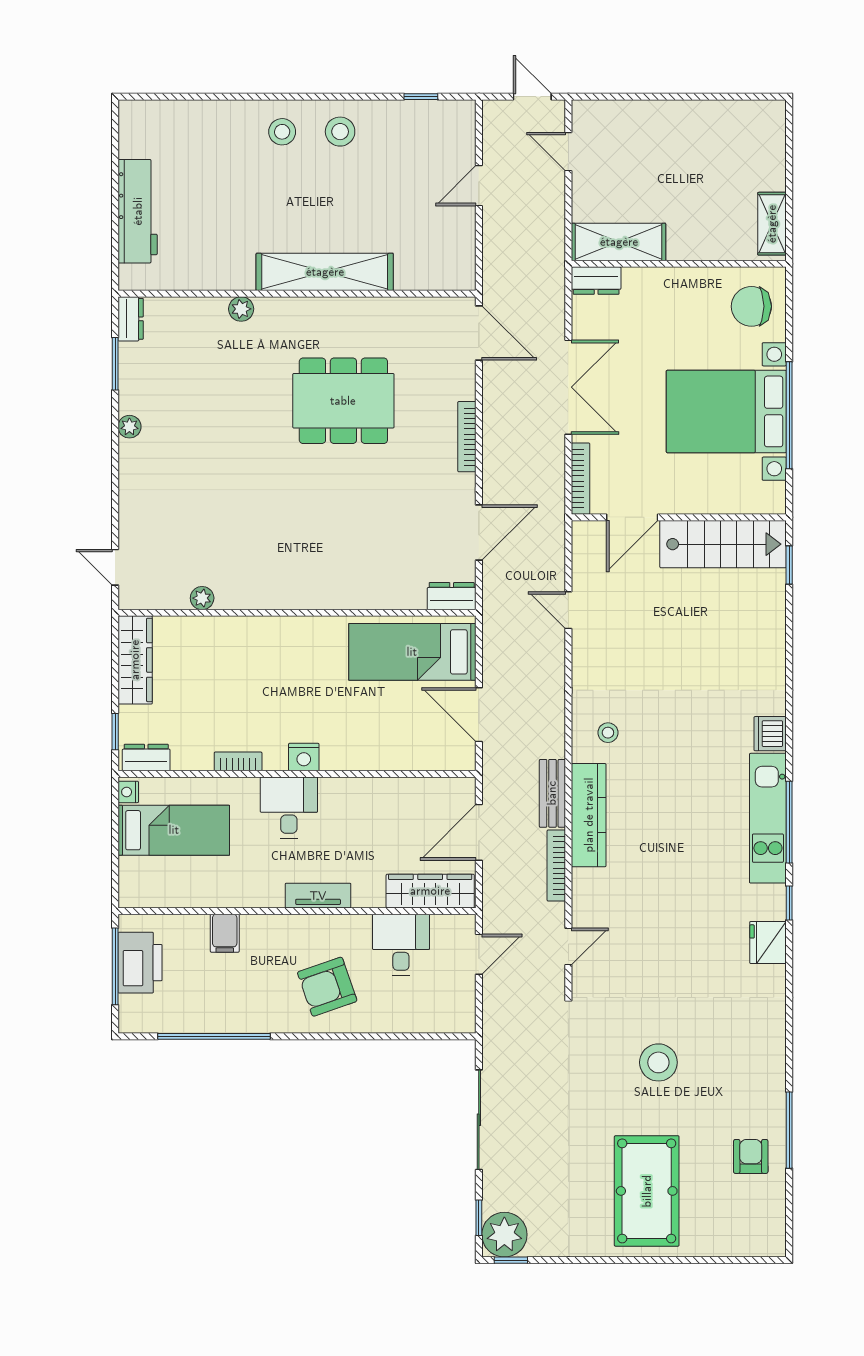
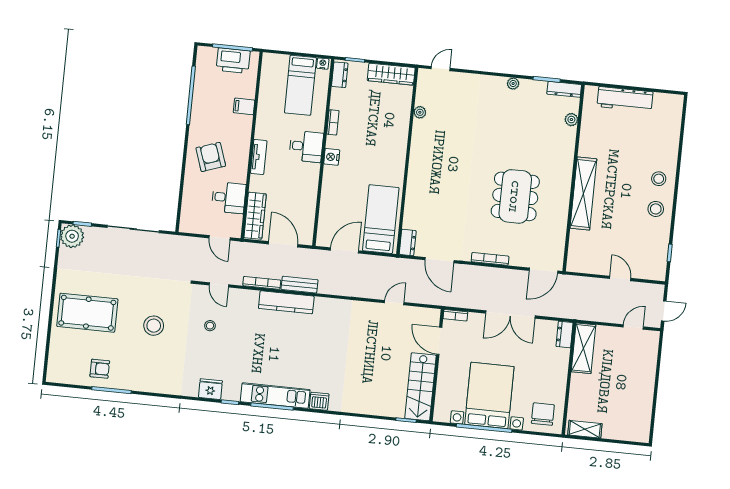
plant: (241, 309) -> (571, 120), moved
dresser: (131, 319) -> (564, 89), width x1.44
bookcase: (581, 479) -> (455, 315), width x0.64
stool: (608, 733) -> (210, 326), moved

